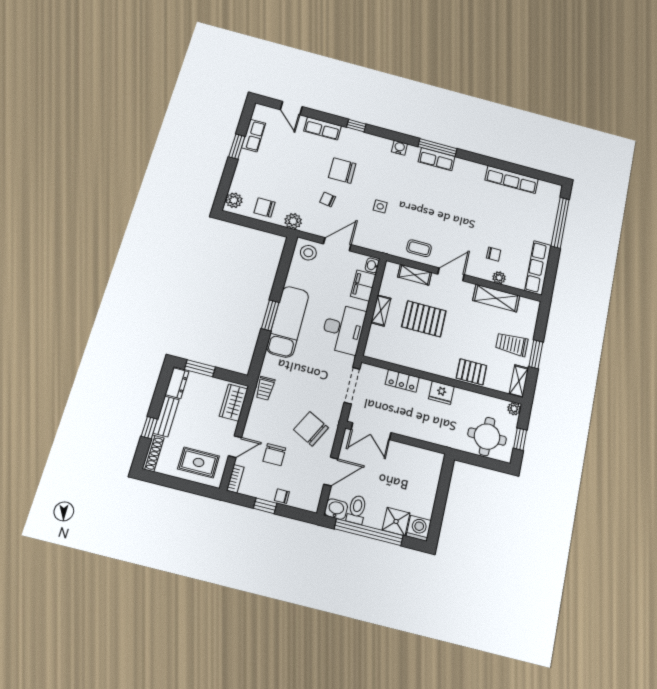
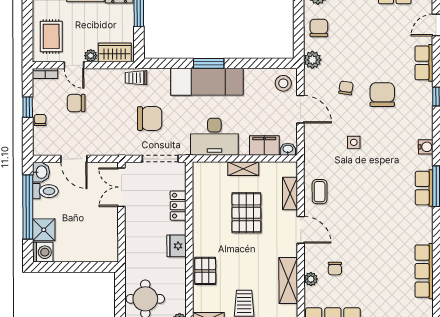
plant: (230, 427) -> (91, 56), added
chair: (311, 429) -> (150, 119), moved, turned 63

